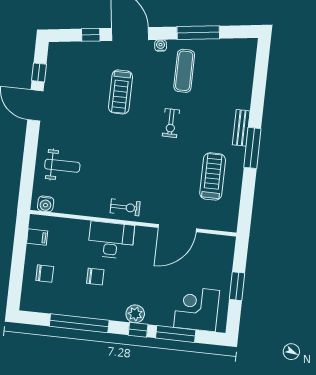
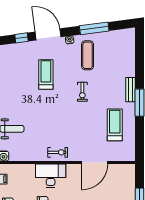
treadmill: (120, 92) -> (46, 74), turned 180

